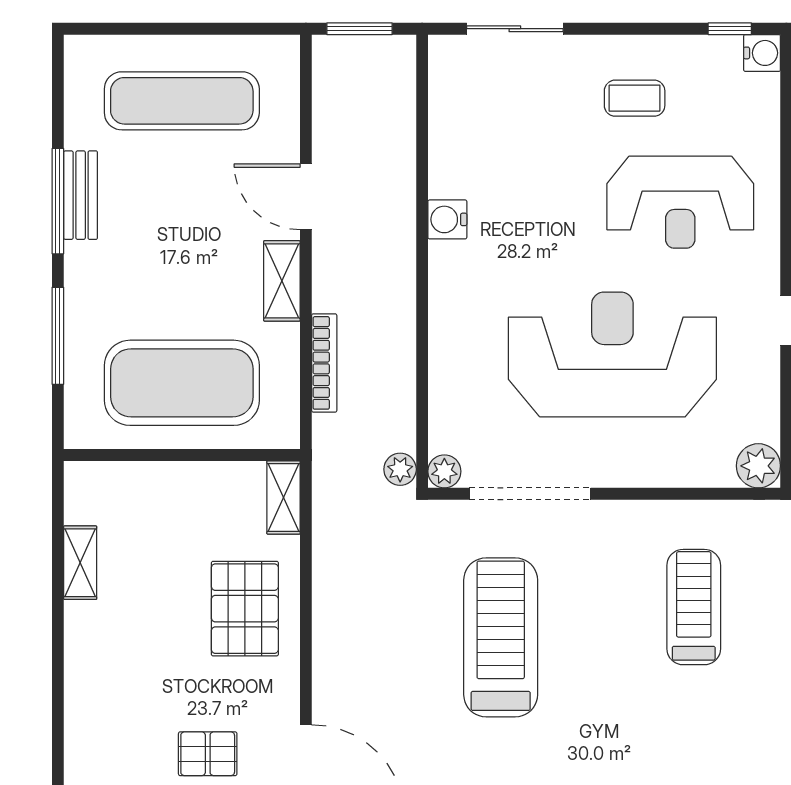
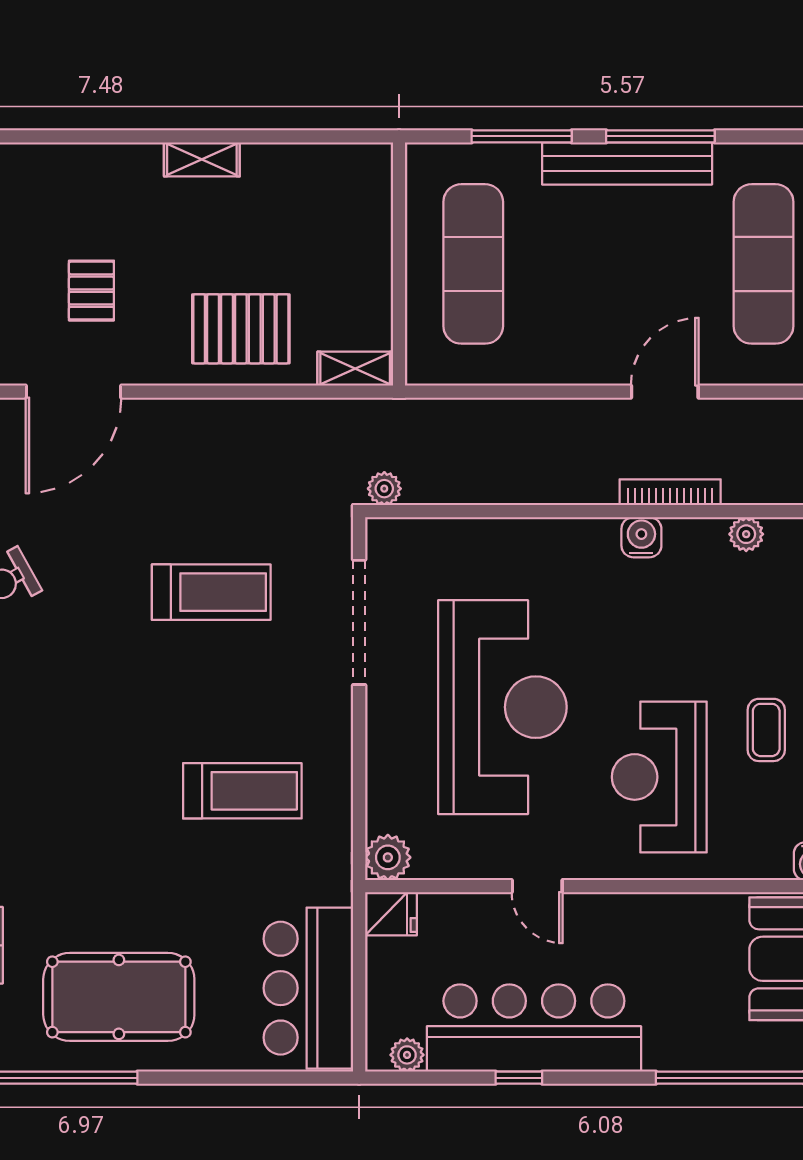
bench: (81, 195) -> (627, 163), width x1.86, depth x1.21
shelving: (282, 281) -> (578, 367), removed
bookcase: (324, 363) -> (670, 492), moved, turned 180
exercise mat: (182, 383) -> (473, 264), width x0.68
plant: (444, 471) -> (746, 534), moved
shelving: (80, 563) -> (202, 159), moved
treadmill: (501, 637) -> (211, 592), width x0.73, depth x0.73

